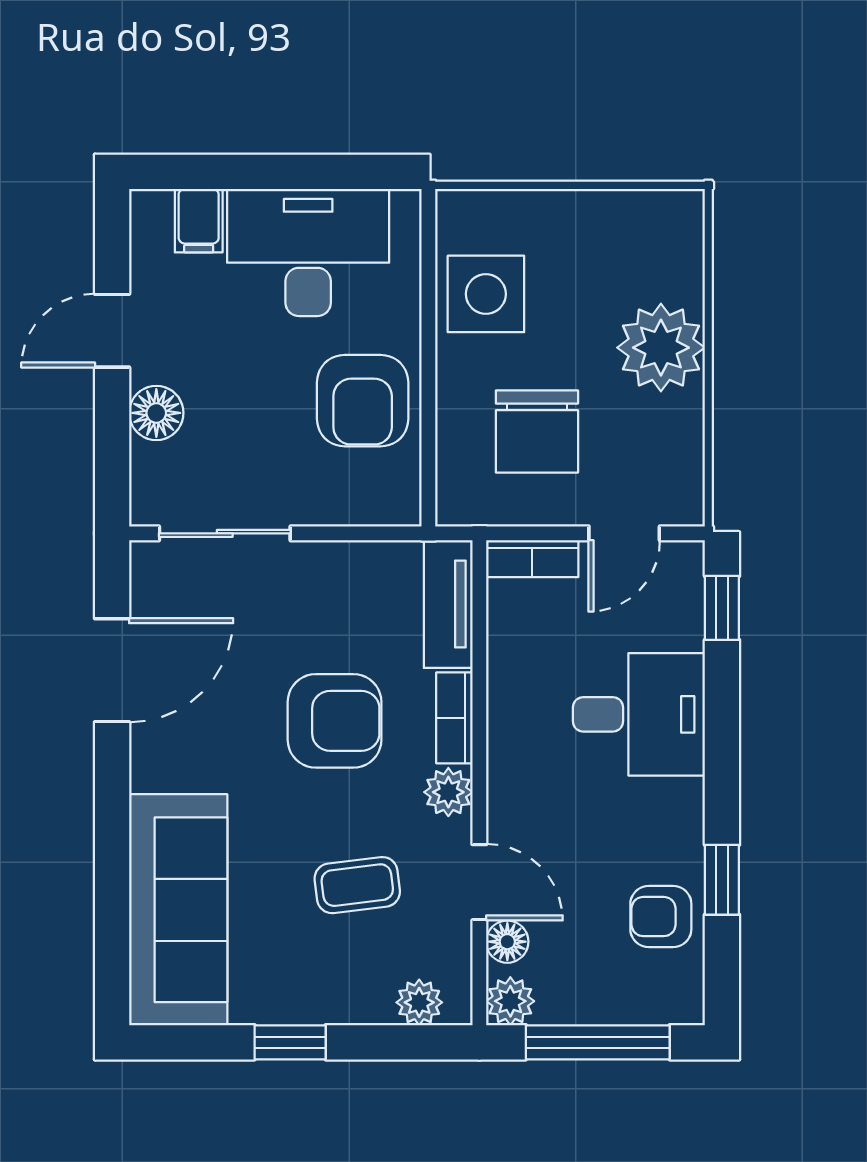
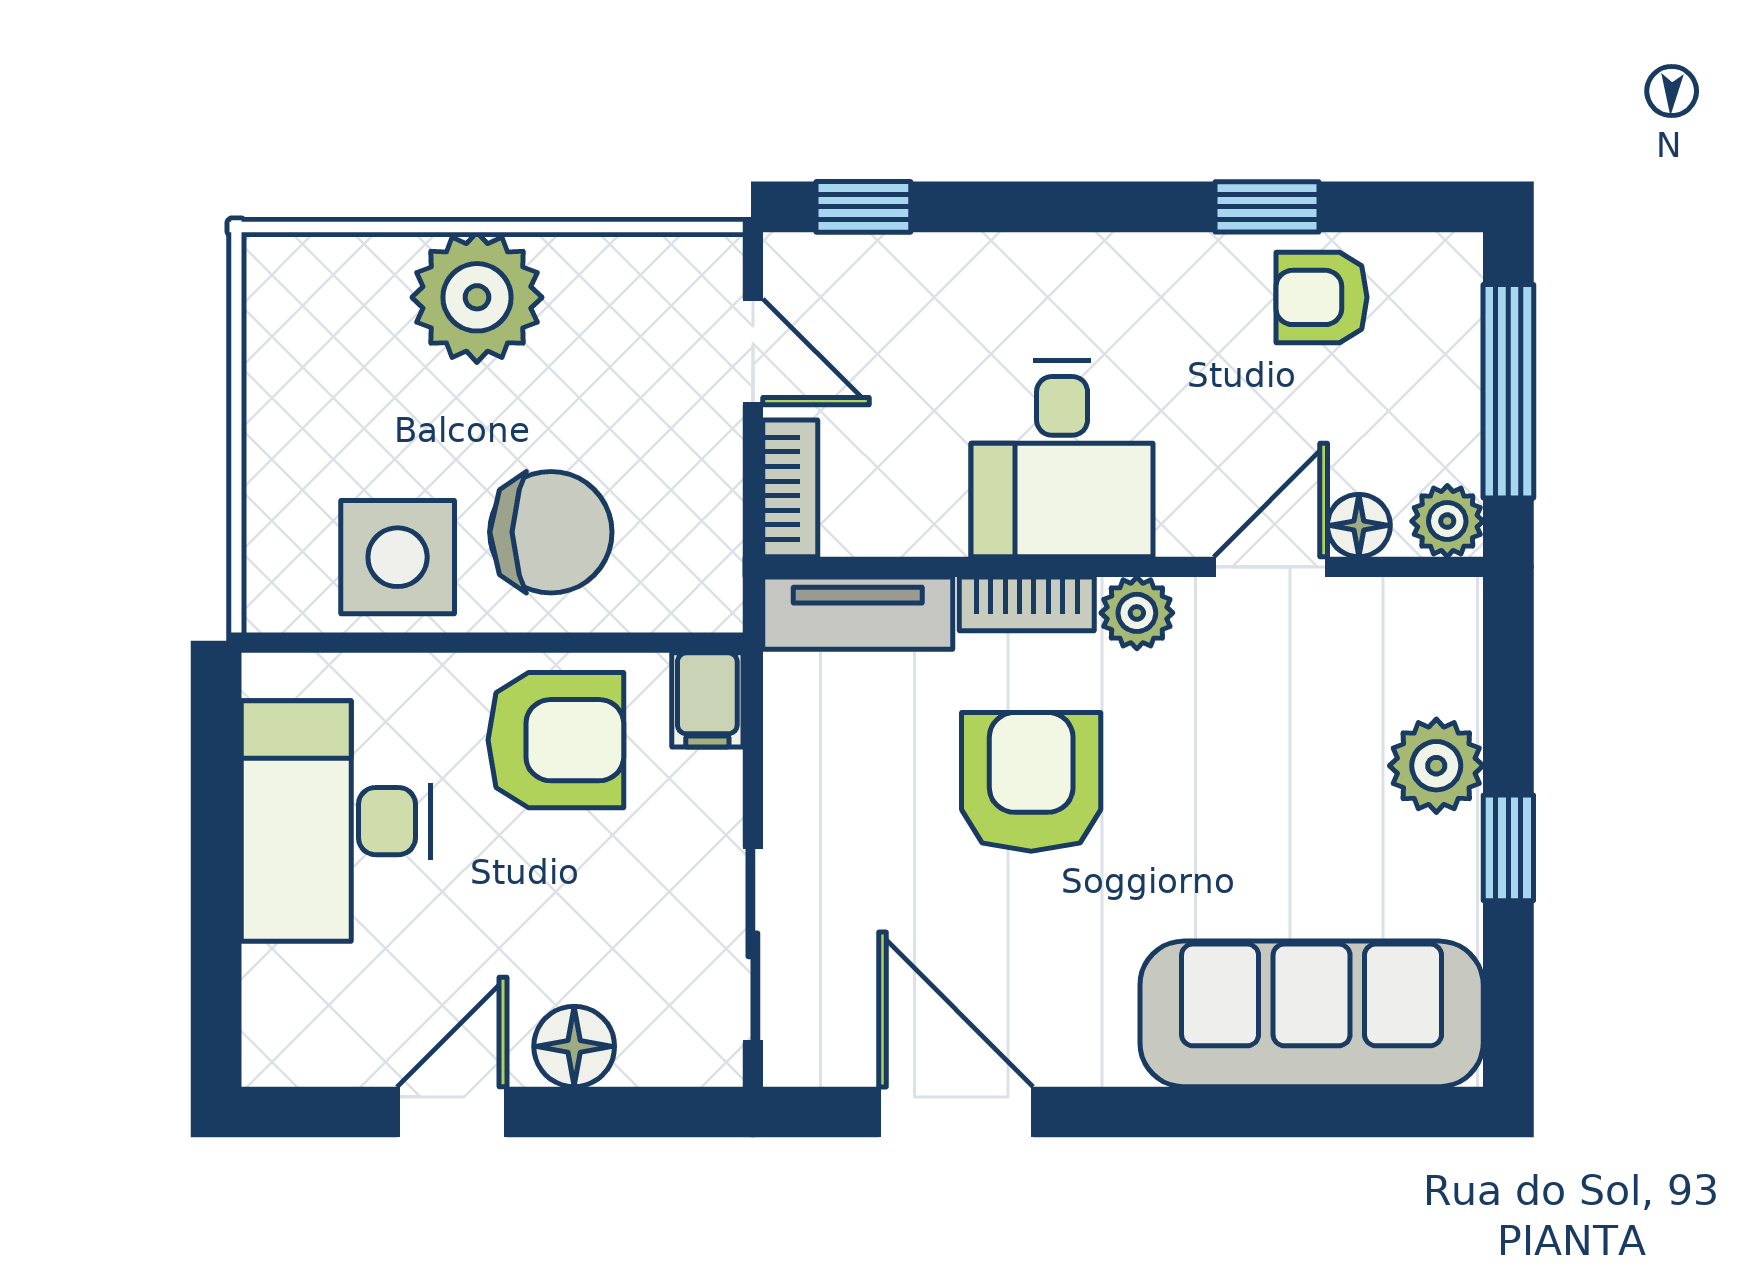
filing cabinet: (199, 221) -> (707, 700), moved, turned 90
door: (112, 331) -> (452, 1112), swing flipped
chair: (537, 431) -> (551, 532), moved
desk: (639, 714) -> (1062, 459), moved, turned 180
coffee table: (357, 885) -> (1275, 748), removed
armchair: (661, 917) -> (1322, 297), turned 90
plant: (419, 1002) -> (1436, 766), moved, width x1.38, depth x1.38

